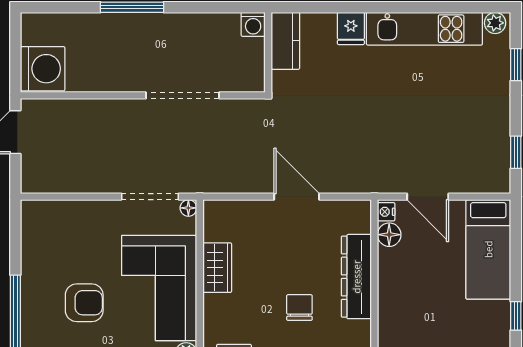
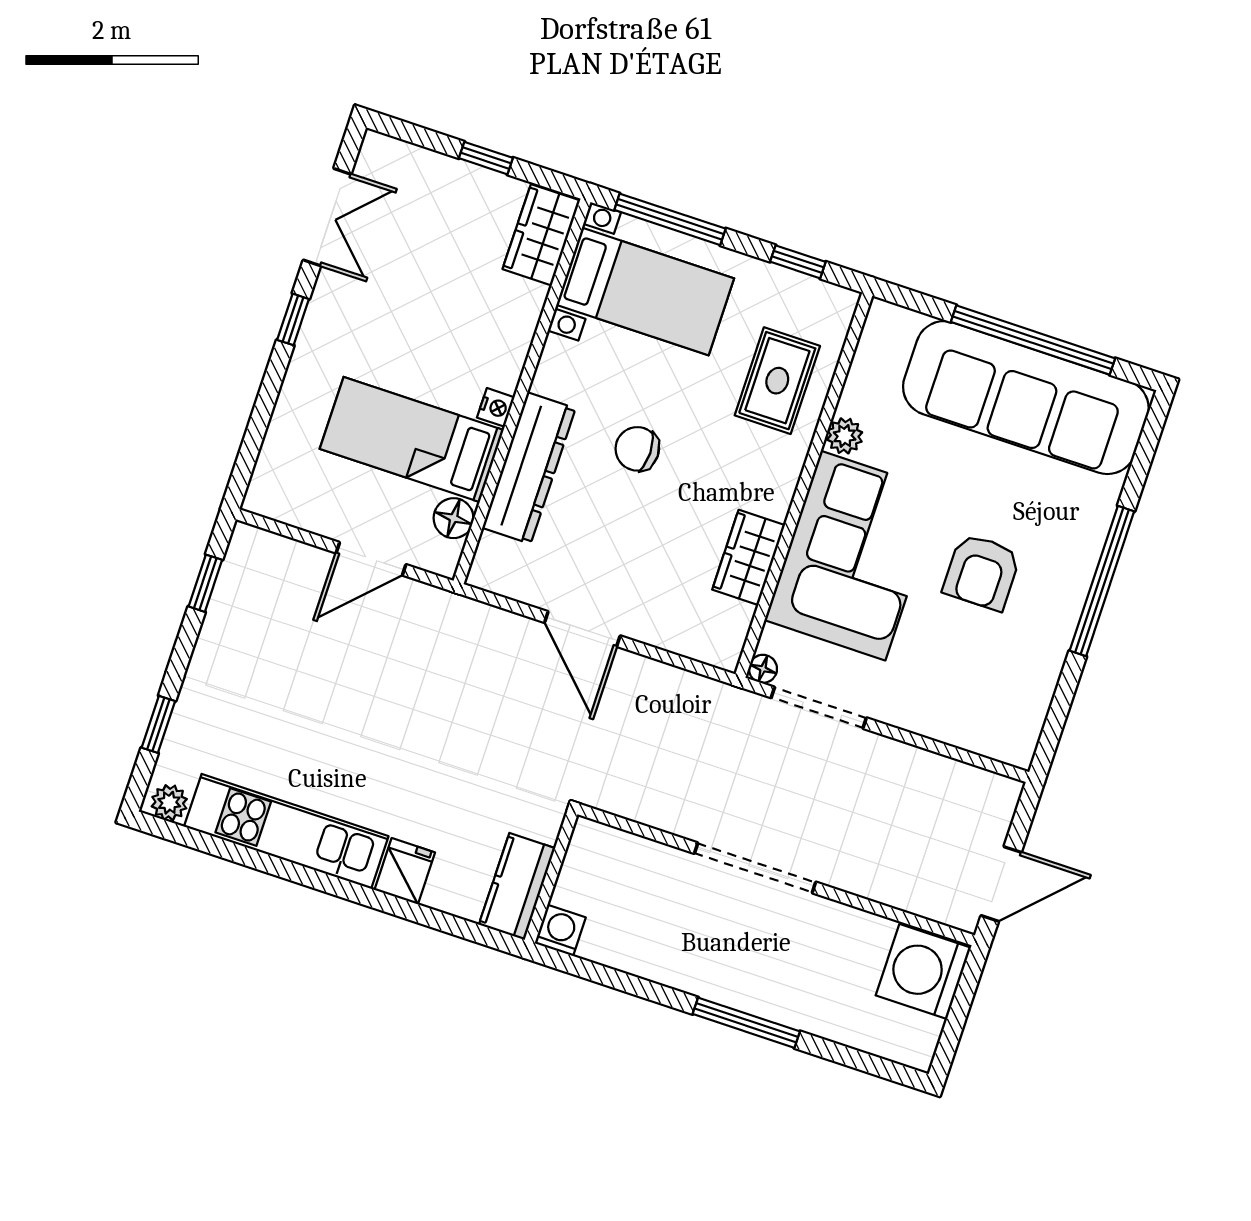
doorway: (182, 95) -> (755, 868), moved
door: (428, 197) -> (371, 559), swing flipped
nightstand: (386, 212) -> (496, 407), moved
bed: (488, 249) -> (412, 440), moved, turned -90
armchair: (84, 303) -> (982, 572), turned -90
chair: (299, 308) -> (637, 449), turned 90

